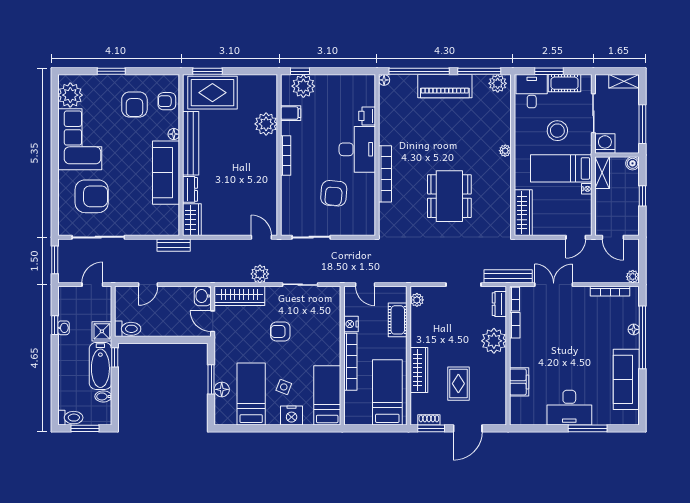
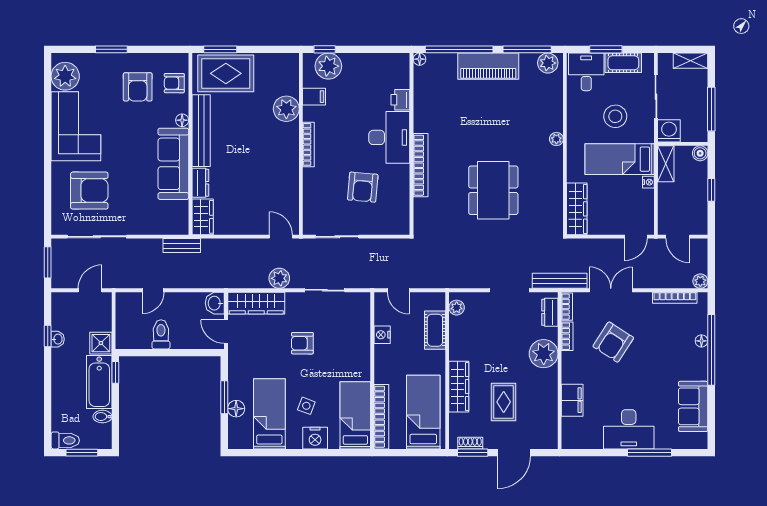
toilet: (128, 329) -> (161, 334), moved, turned -90
armchair: (556, 330) -> (613, 342), added
bookcase: (350, 362) -> (381, 417), moved
sofa: (626, 379) -> (693, 406), width x0.73

